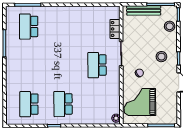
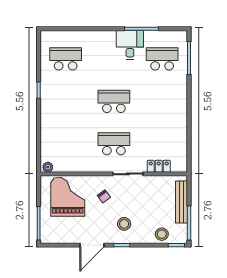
desk: (17, 52) -> (130, 45), added
school desk: (63, 104) -> (114, 101), moved

